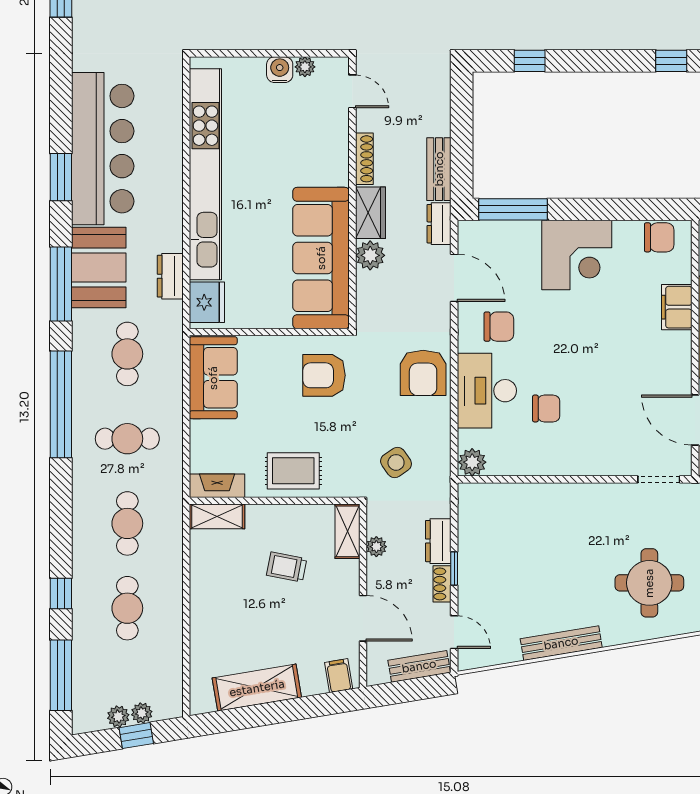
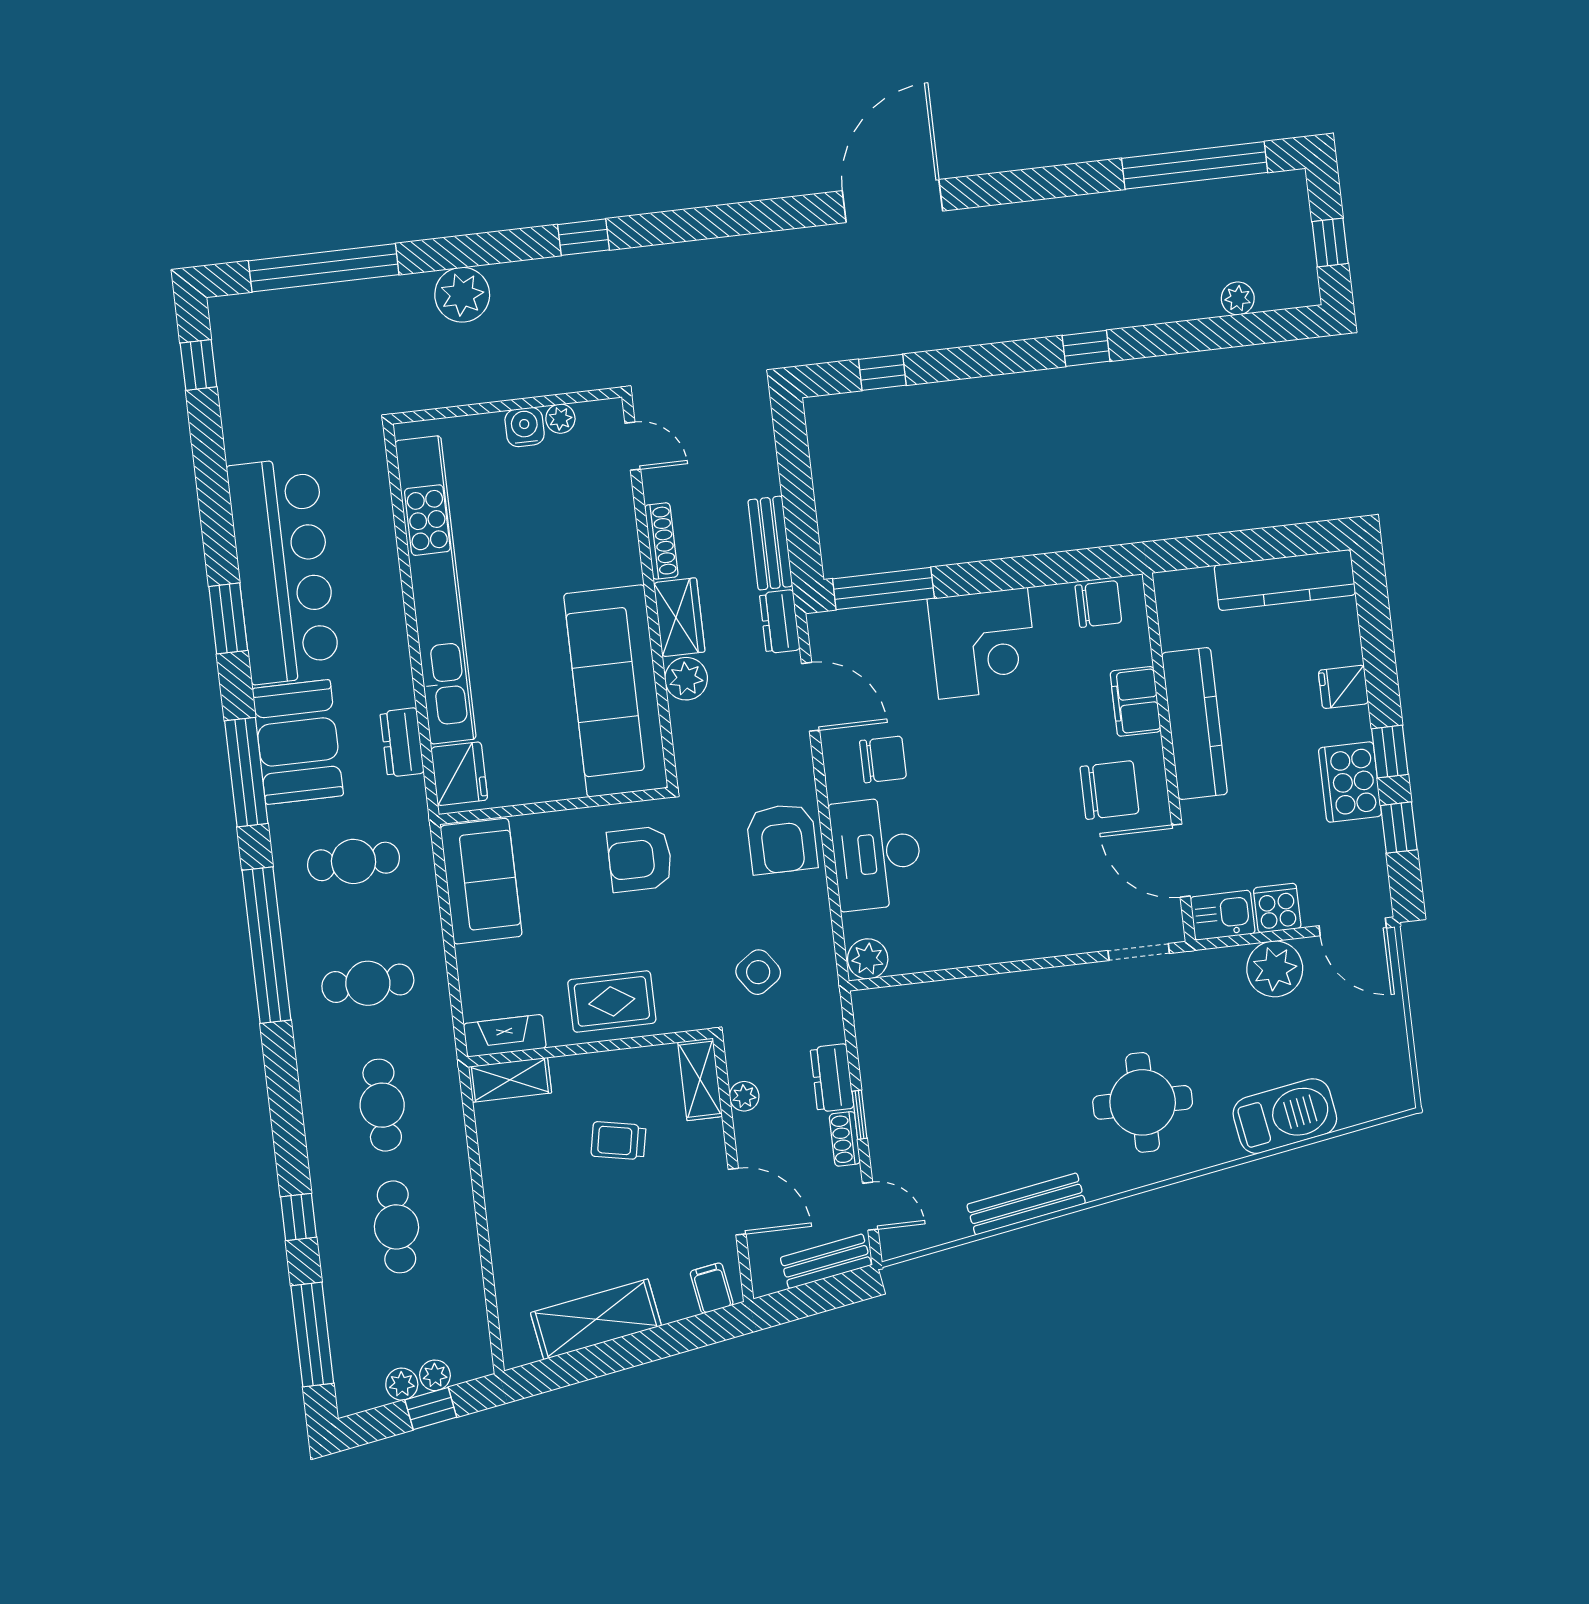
cafe table: (127, 354) -> (354, 861), turned 90
chair: (546, 408) -> (1109, 790), moved, width x1.37, depth x1.37

